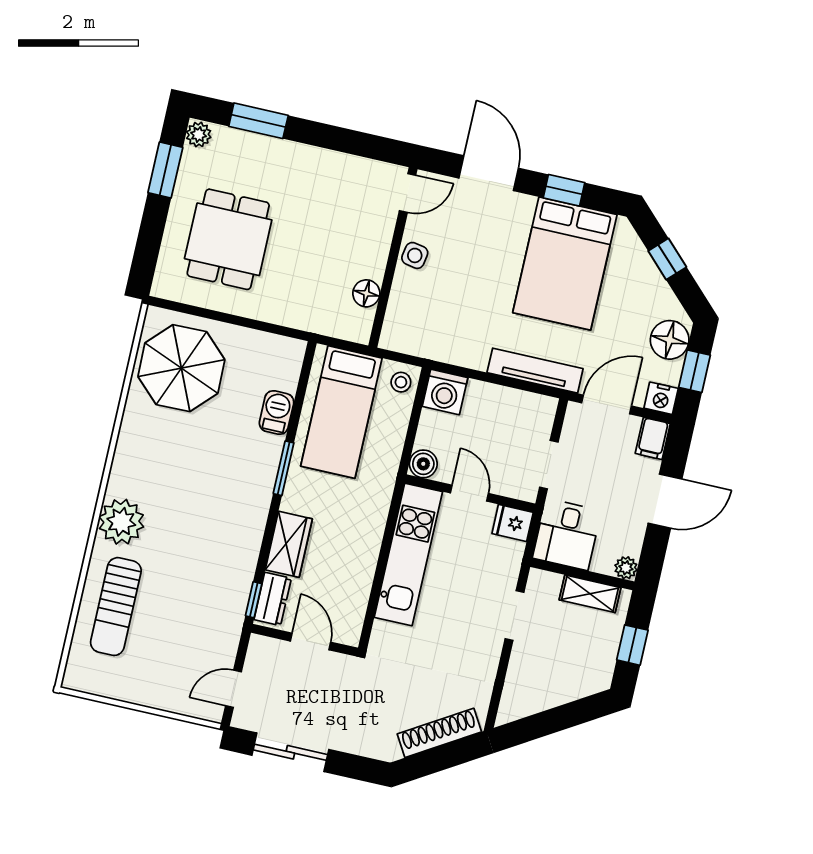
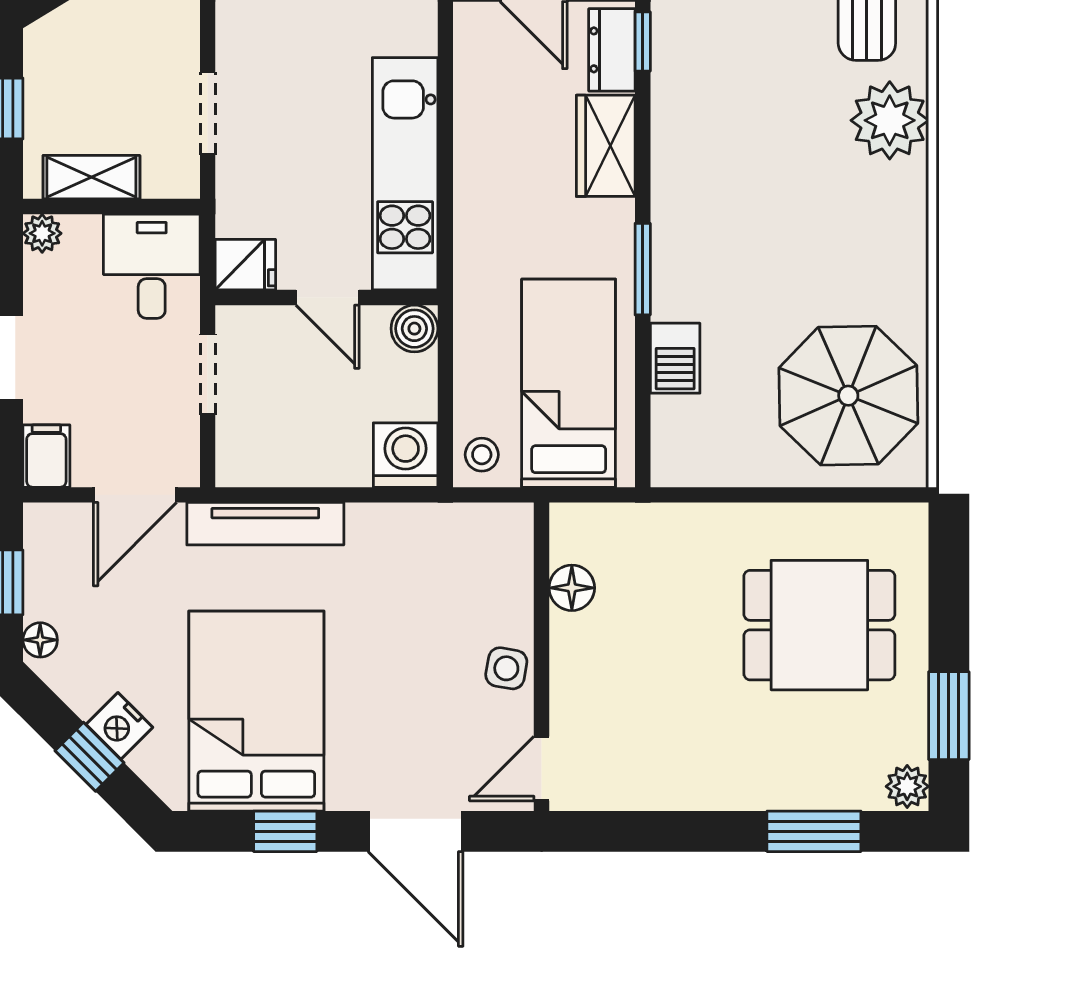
dining table: (228, 239) -> (819, 625), turned 90
floor lamp: (670, 340) -> (40, 640), width x0.53, depth x0.53
nightstand: (661, 398) -> (119, 726), moved, turned -135

